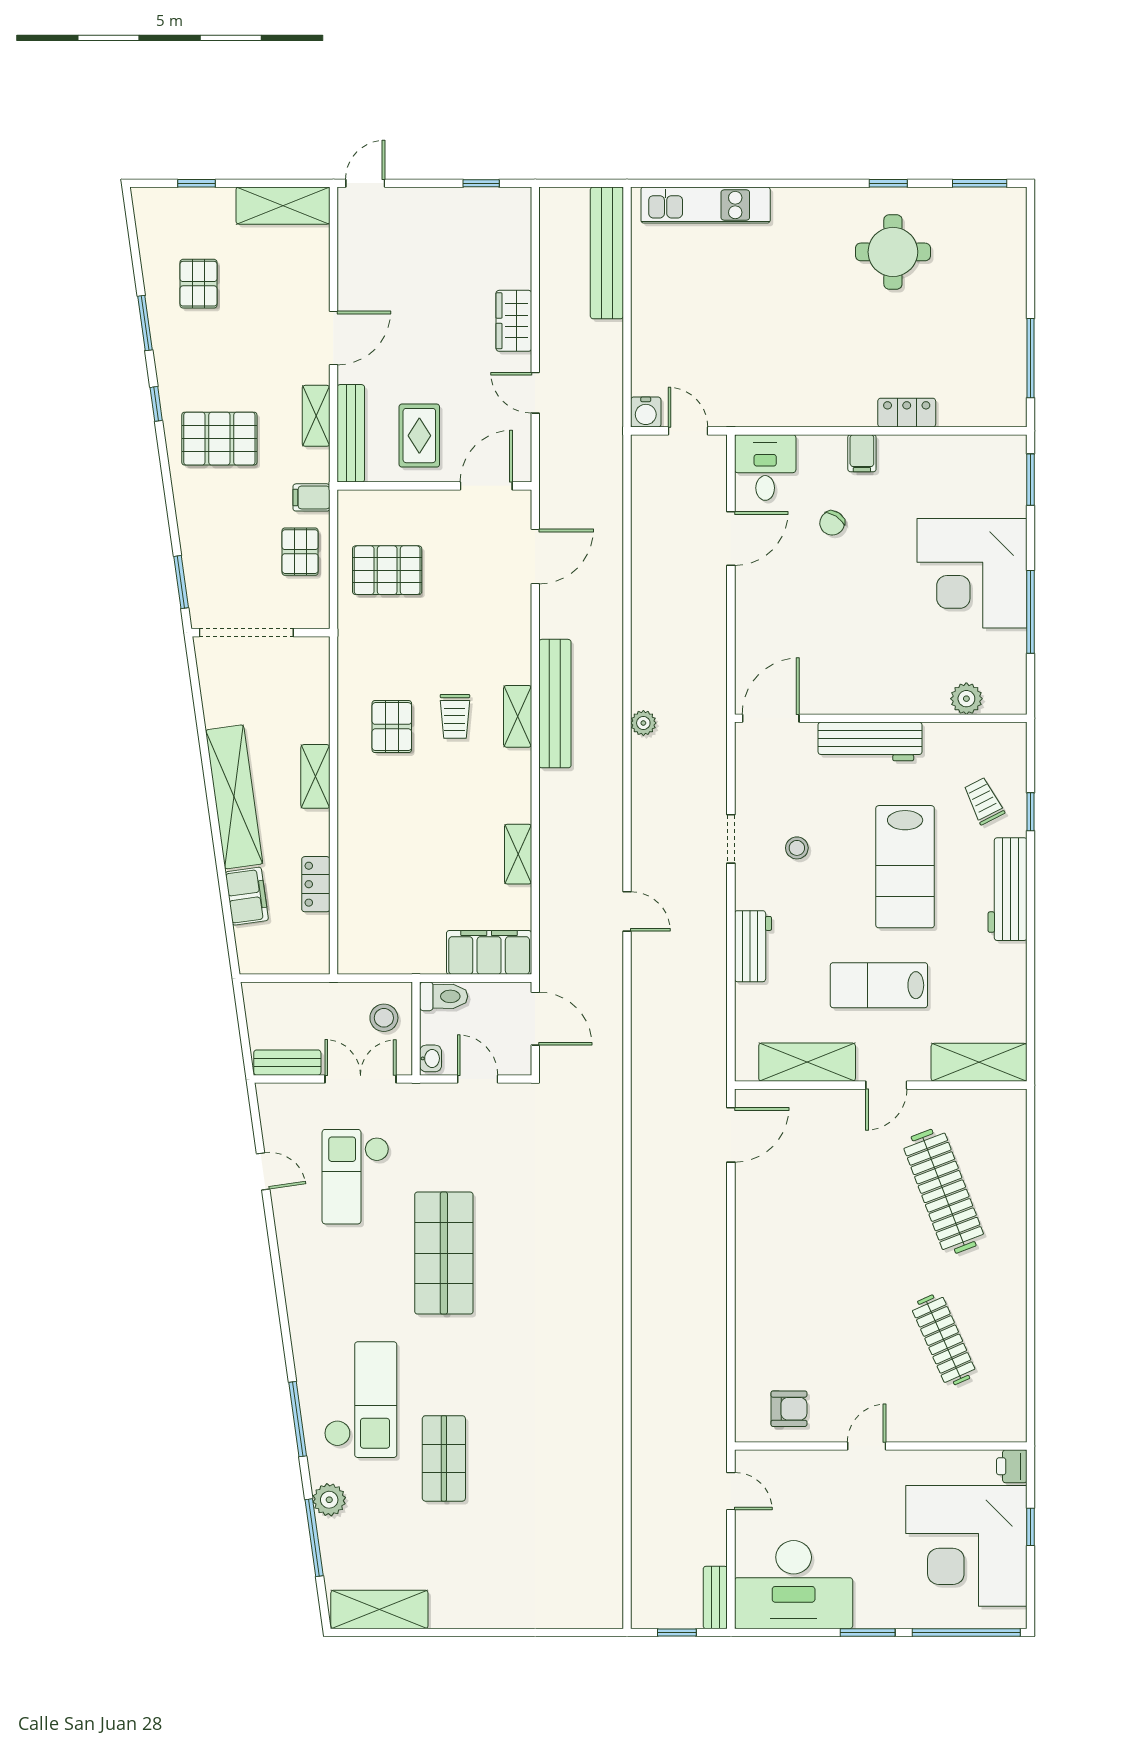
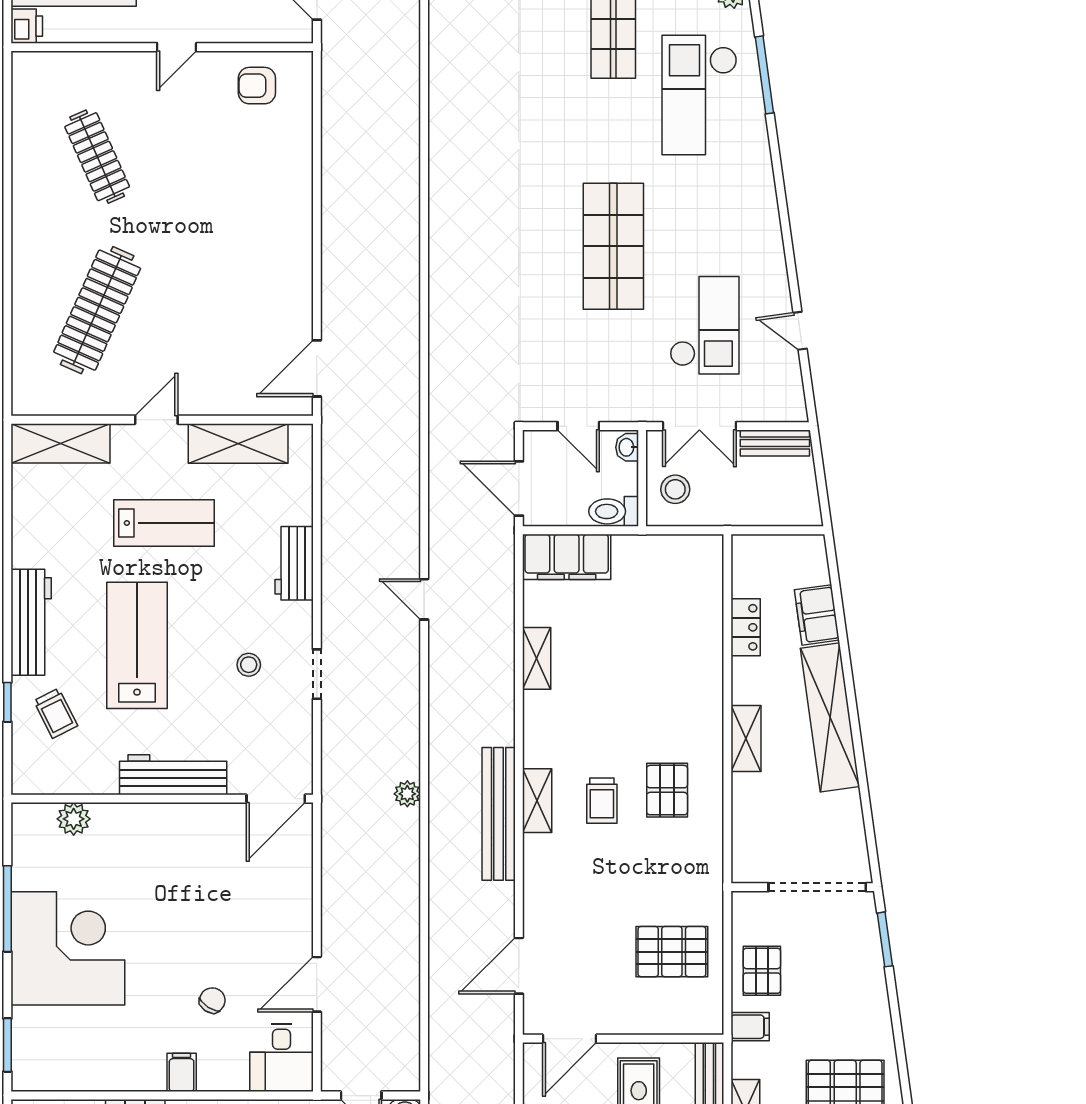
trolley: (455, 716) -> (602, 801), turned 180
clothes rail: (944, 1191) -> (97, 310), turned 45

